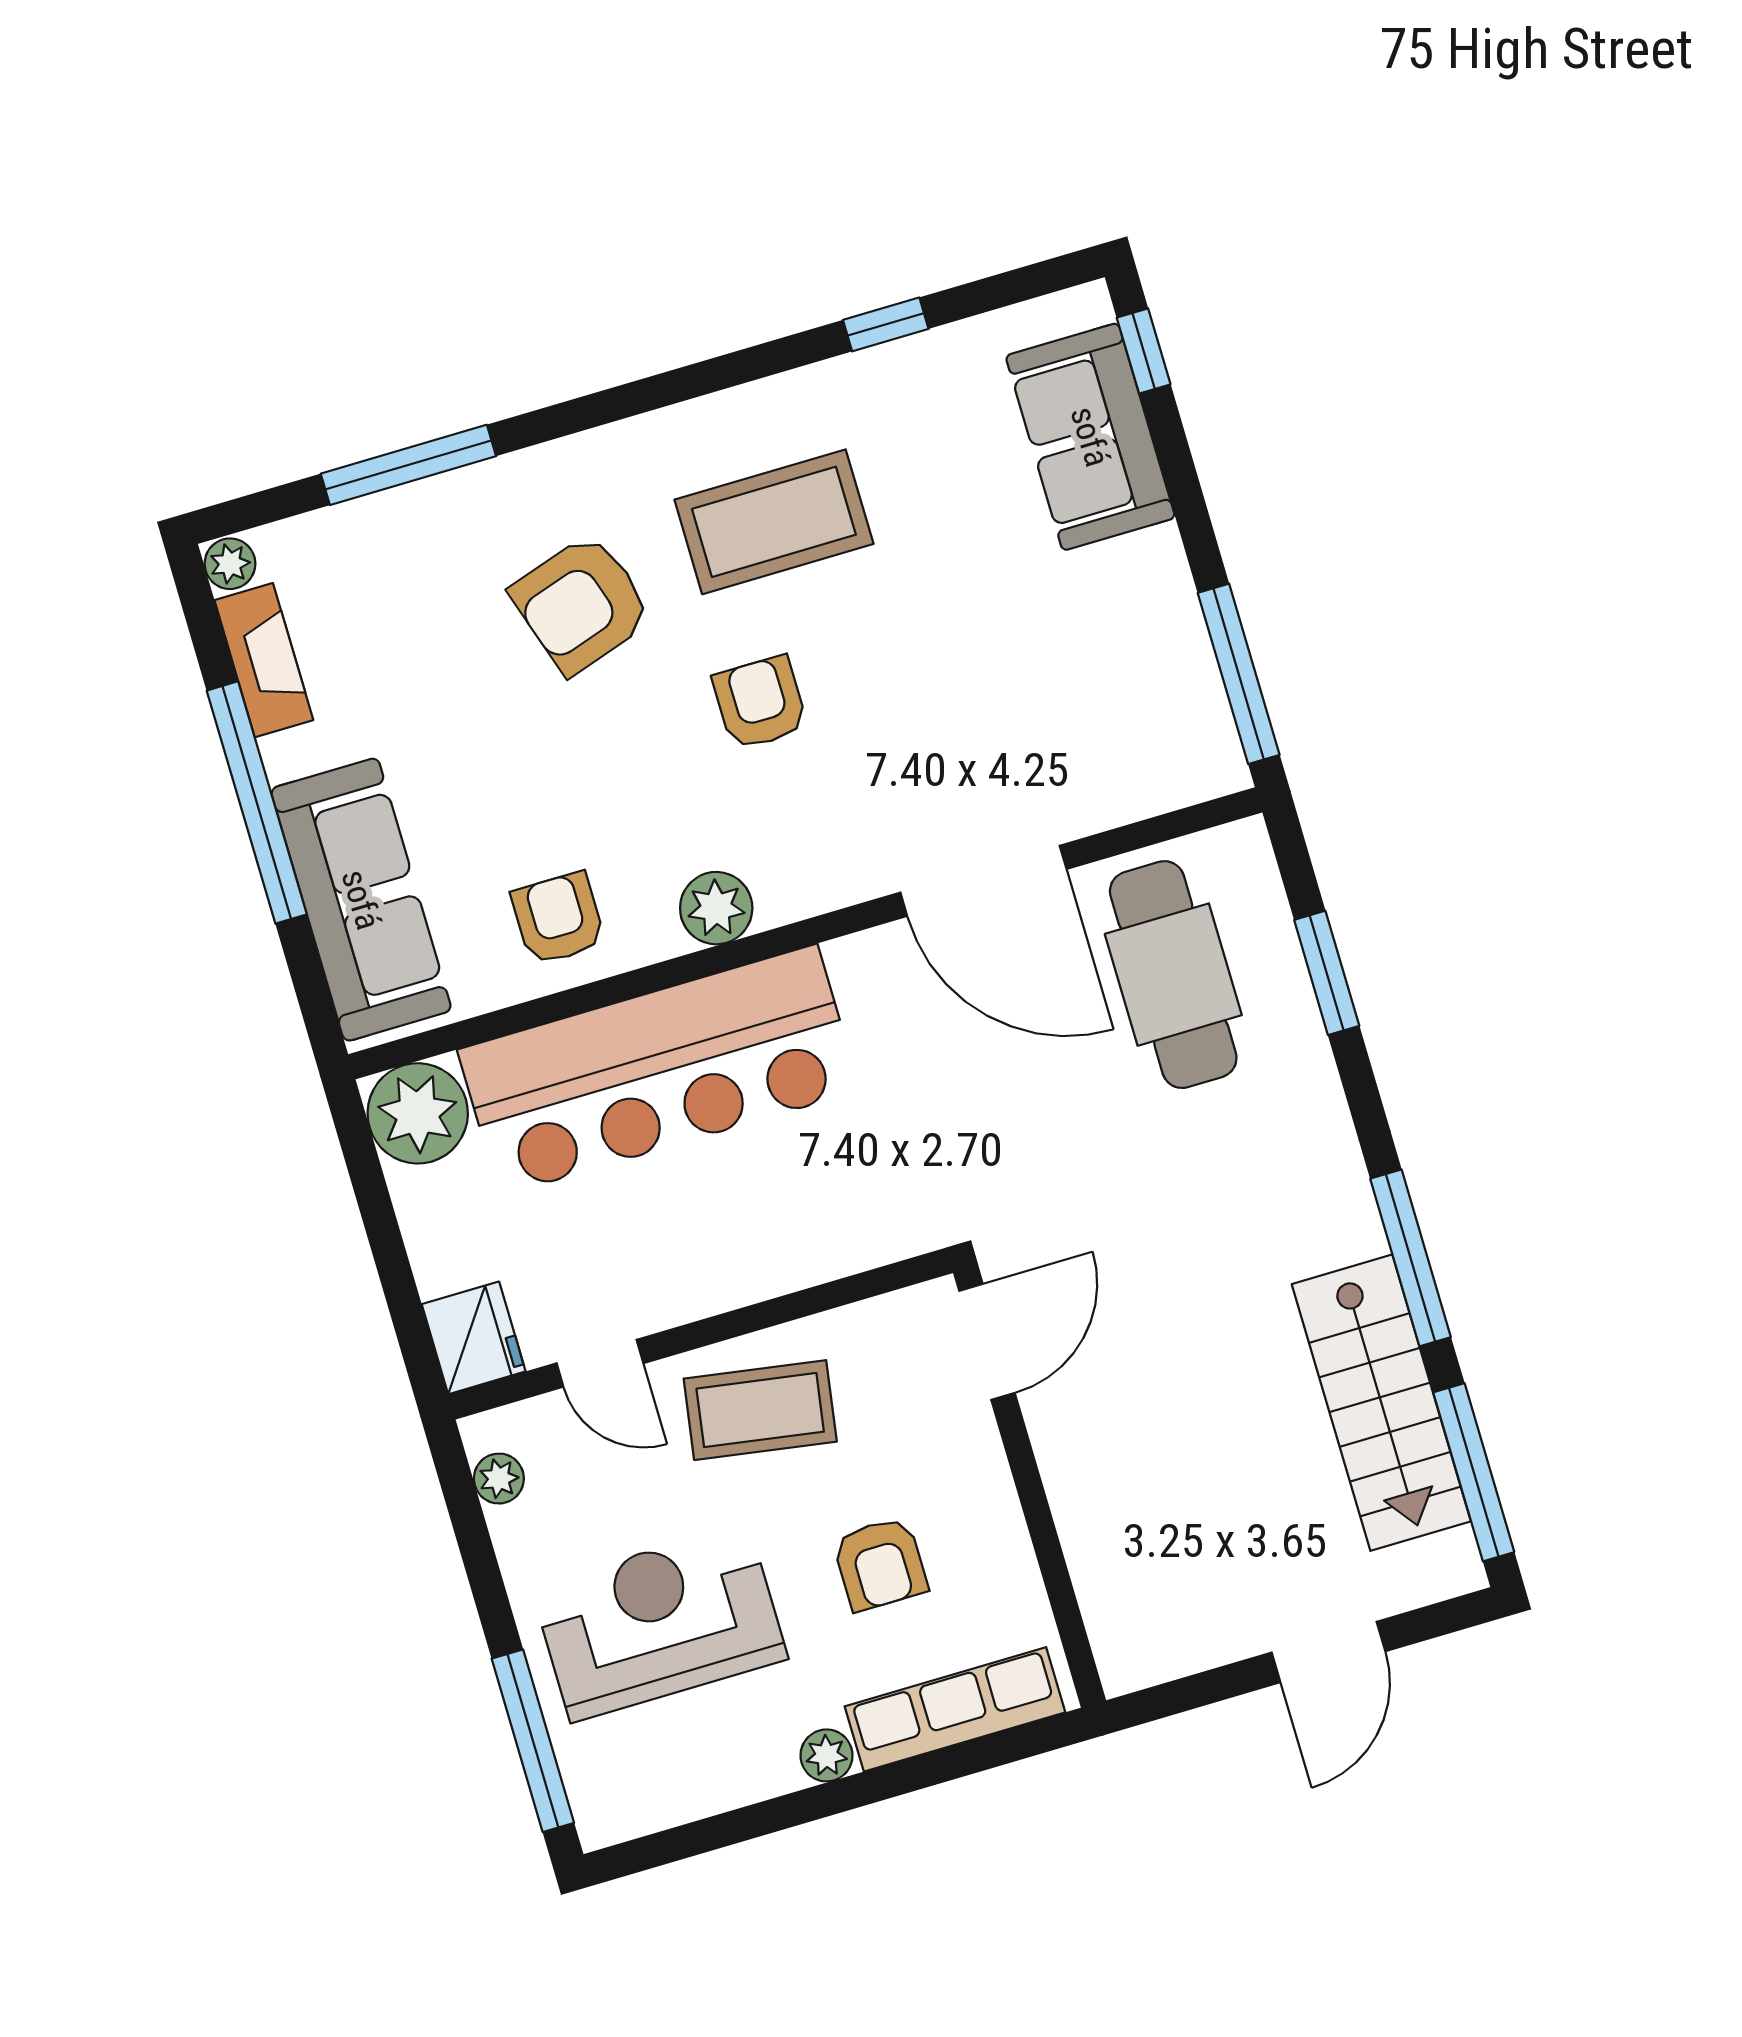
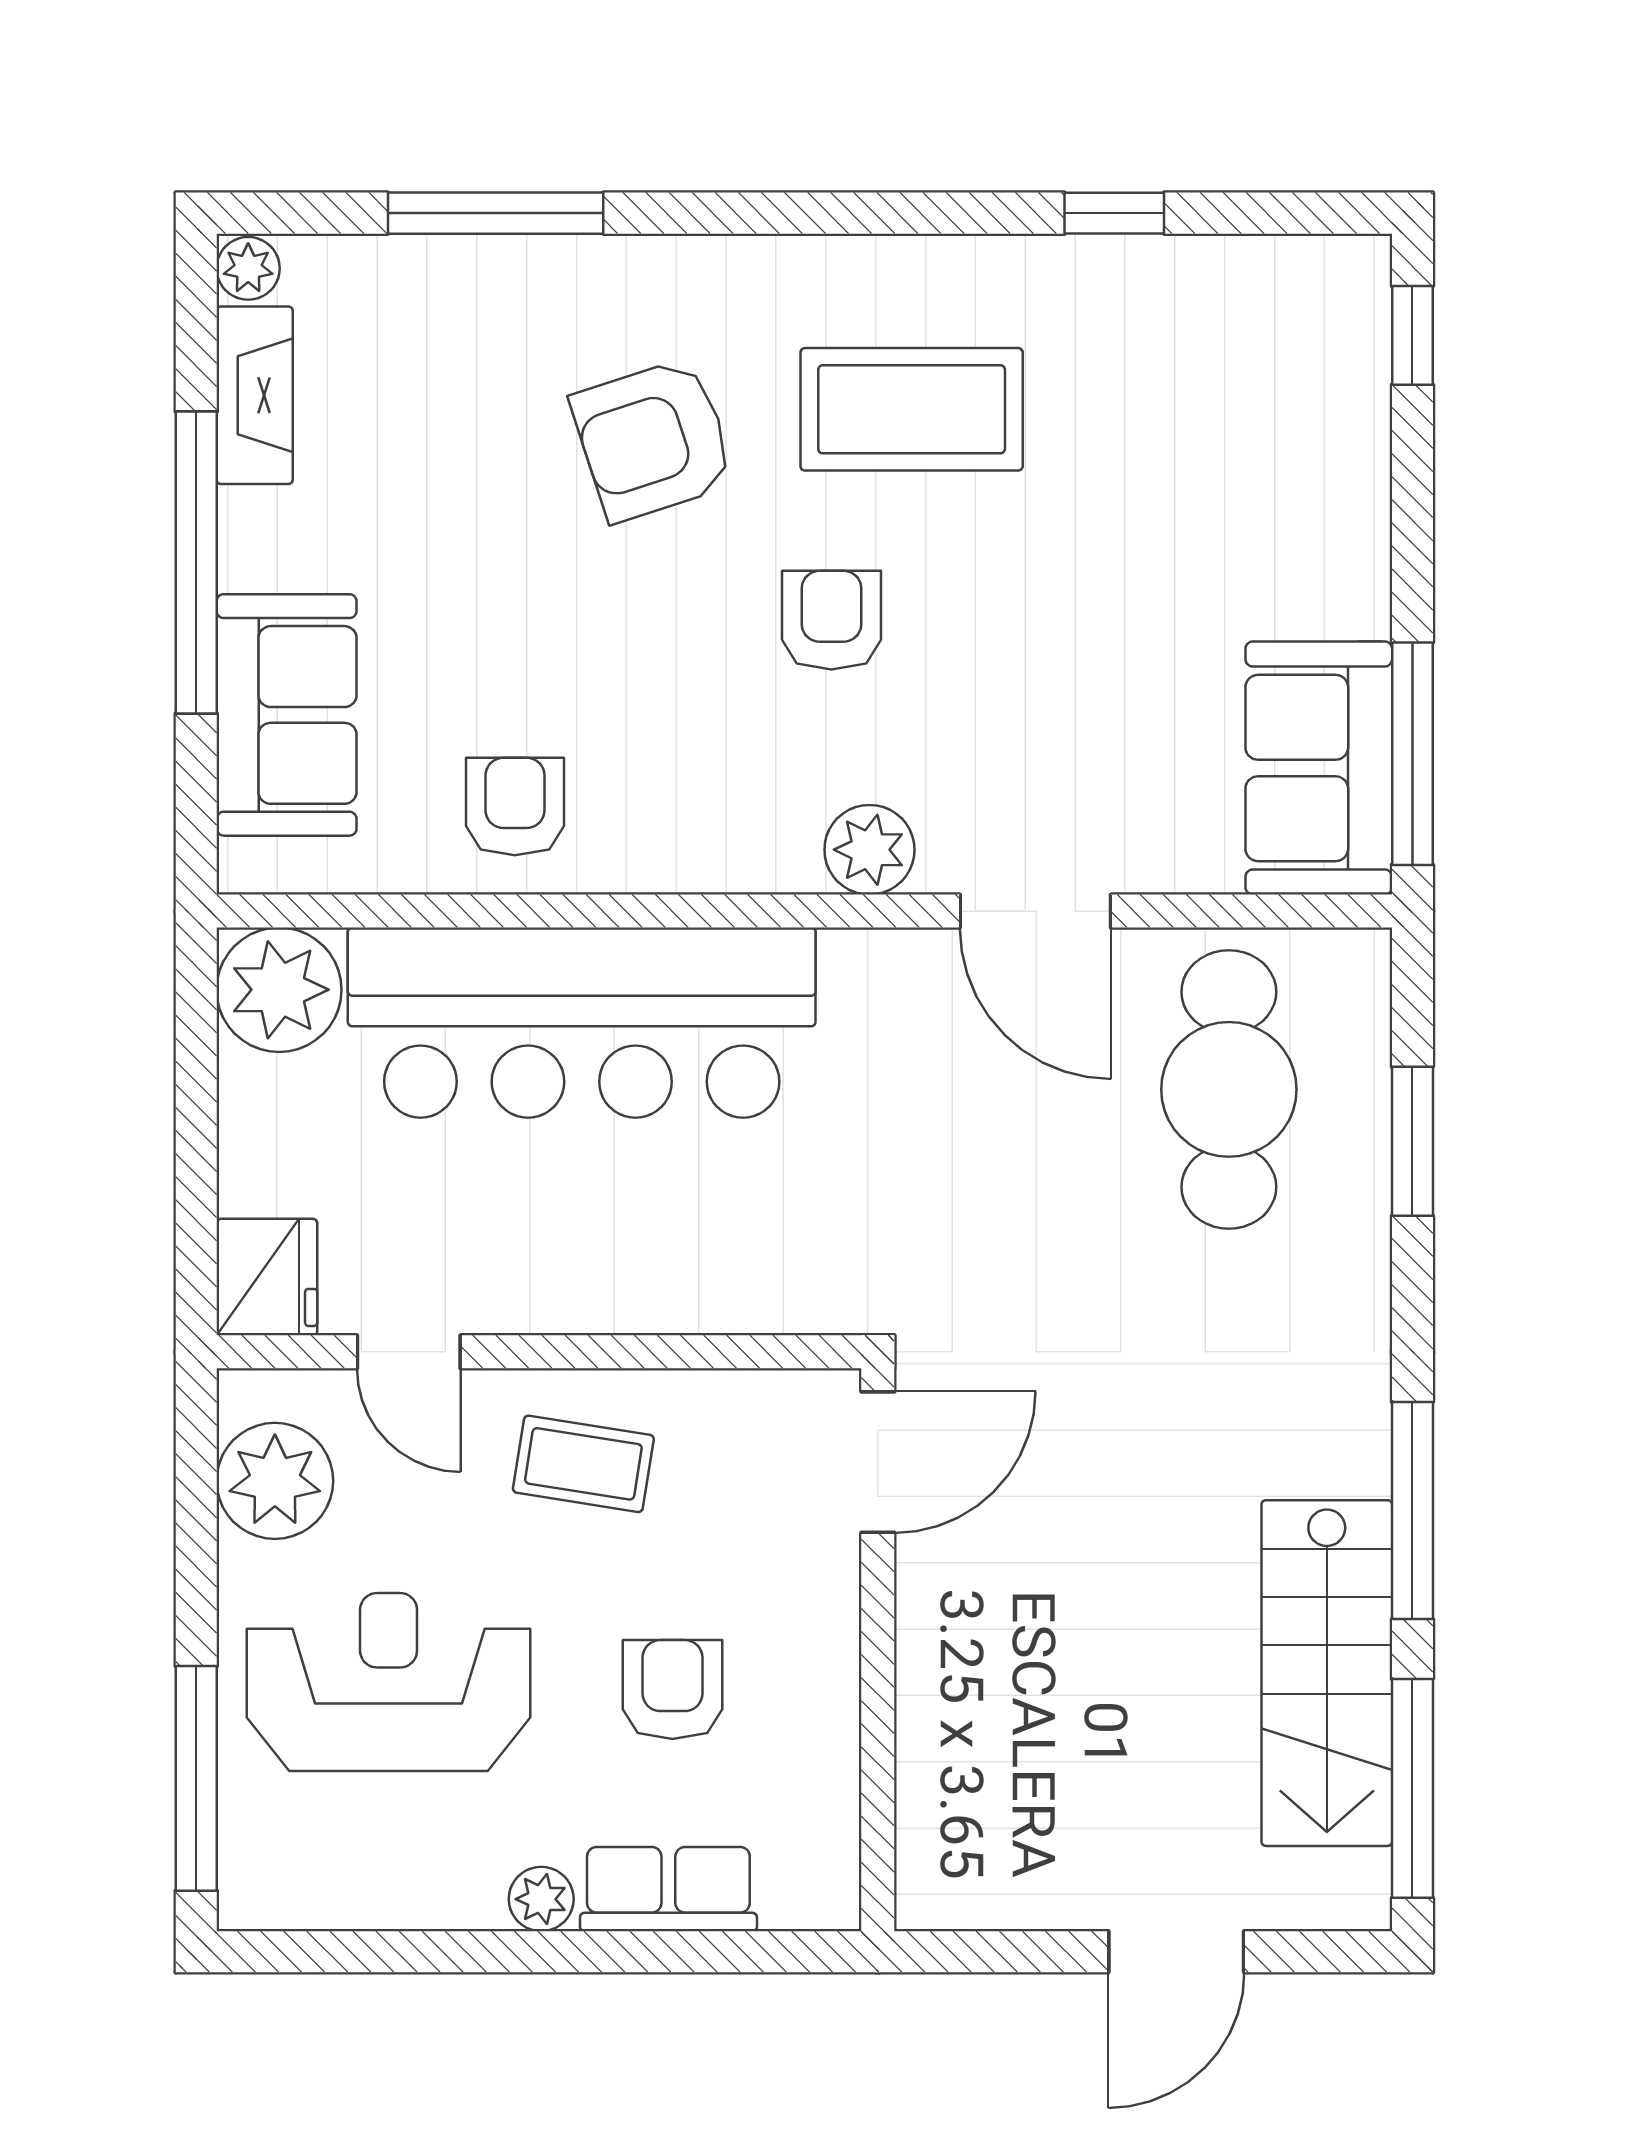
sofa: (1090, 437) -> (1319, 768), moved
door: (983, 881) -> (1035, 911), width x0.73
sofa: (361, 900) -> (287, 715), width x0.73
plant: (716, 908) -> (869, 850), moved
coffee table: (760, 1410) -> (583, 1464), width x0.73, depth x0.77
plant: (499, 1479) -> (275, 1481), width x1.88, depth x1.88
armchair: (880, 1564) -> (672, 1689), turned 180
row of seats: (955, 1709) -> (668, 1889), width x0.68

